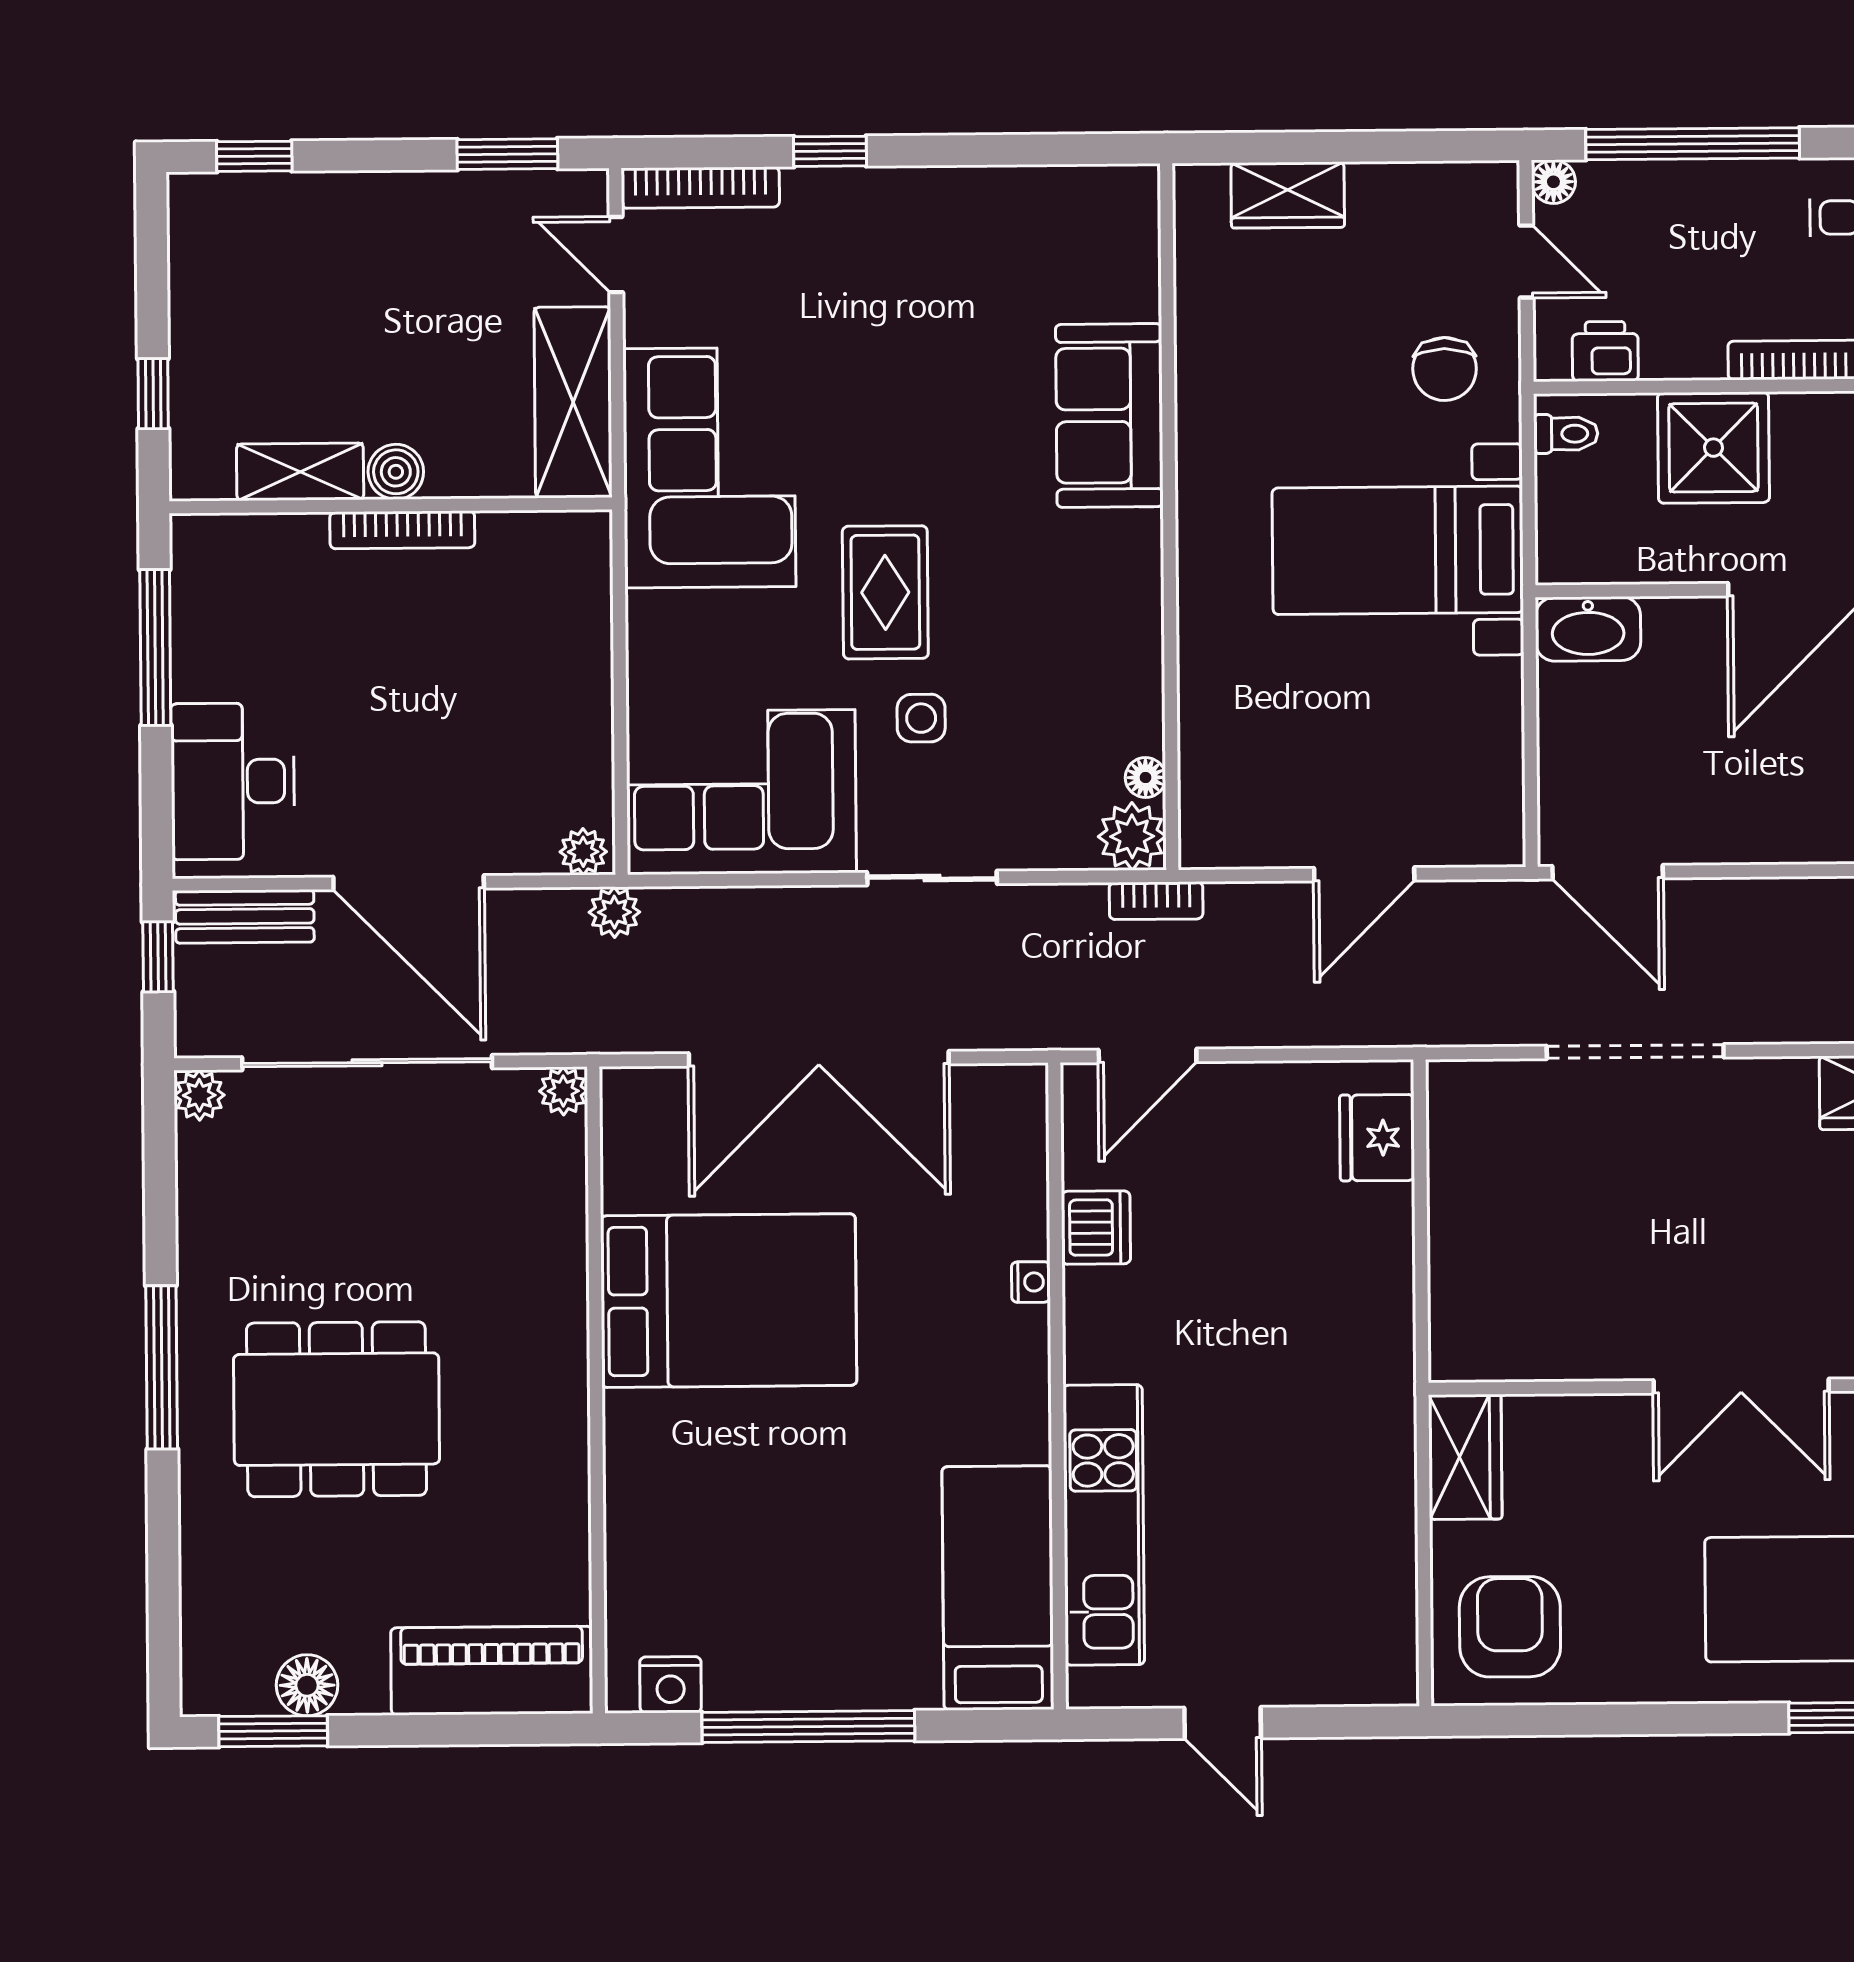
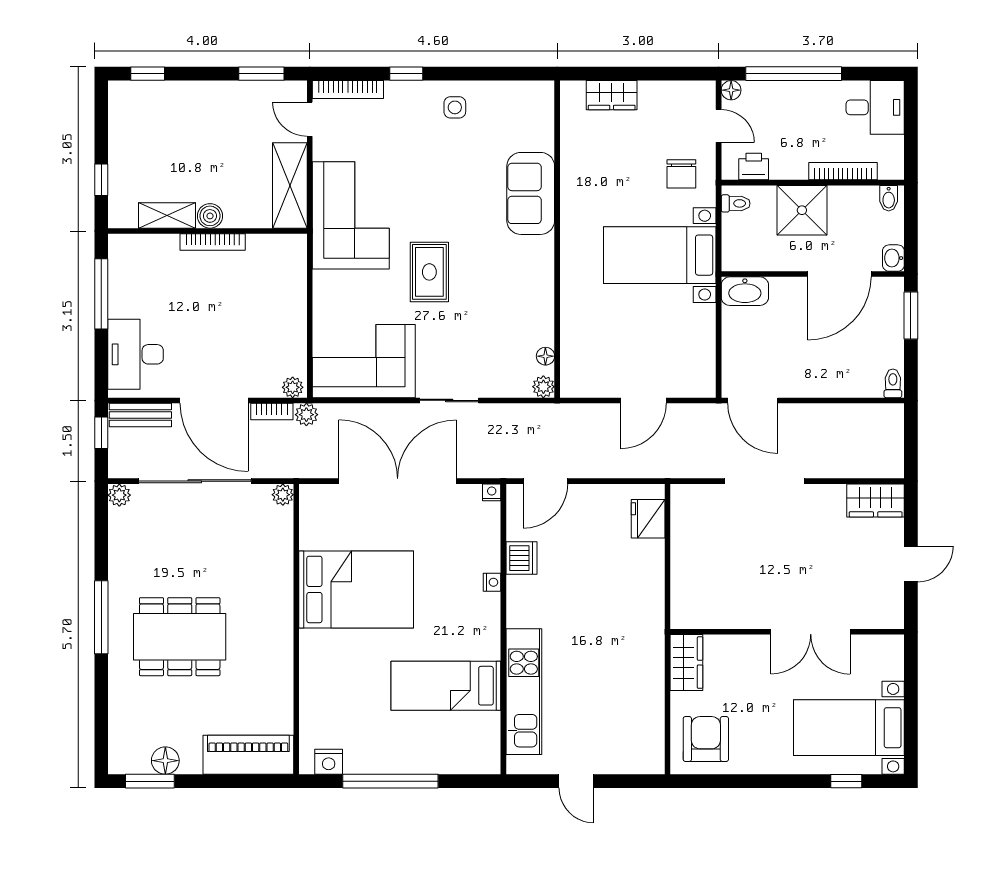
side table: (921, 718) -> (455, 107), moved
plant: (1132, 836) -> (543, 387), width x0.73, depth x0.73
bookcase: (1156, 901) -> (272, 412), moved
double door: (819, 1059) -> (398, 481), swing flipped
nightstand: (1028, 1082) -> (492, 492), added
bed: (998, 1588) -> (446, 686), moved, turned -90

